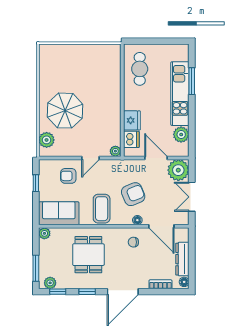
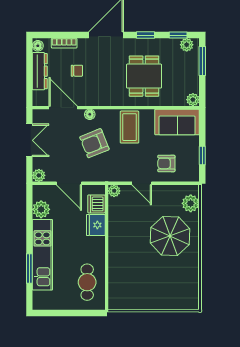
door: (91, 158) -> (142, 183), swing flipped
plant: (178, 170) -> (39, 175), width x0.53, depth x0.53
armchair: (68, 176) -> (166, 163), turned 180
chair: (133, 242) -> (77, 71), moved

